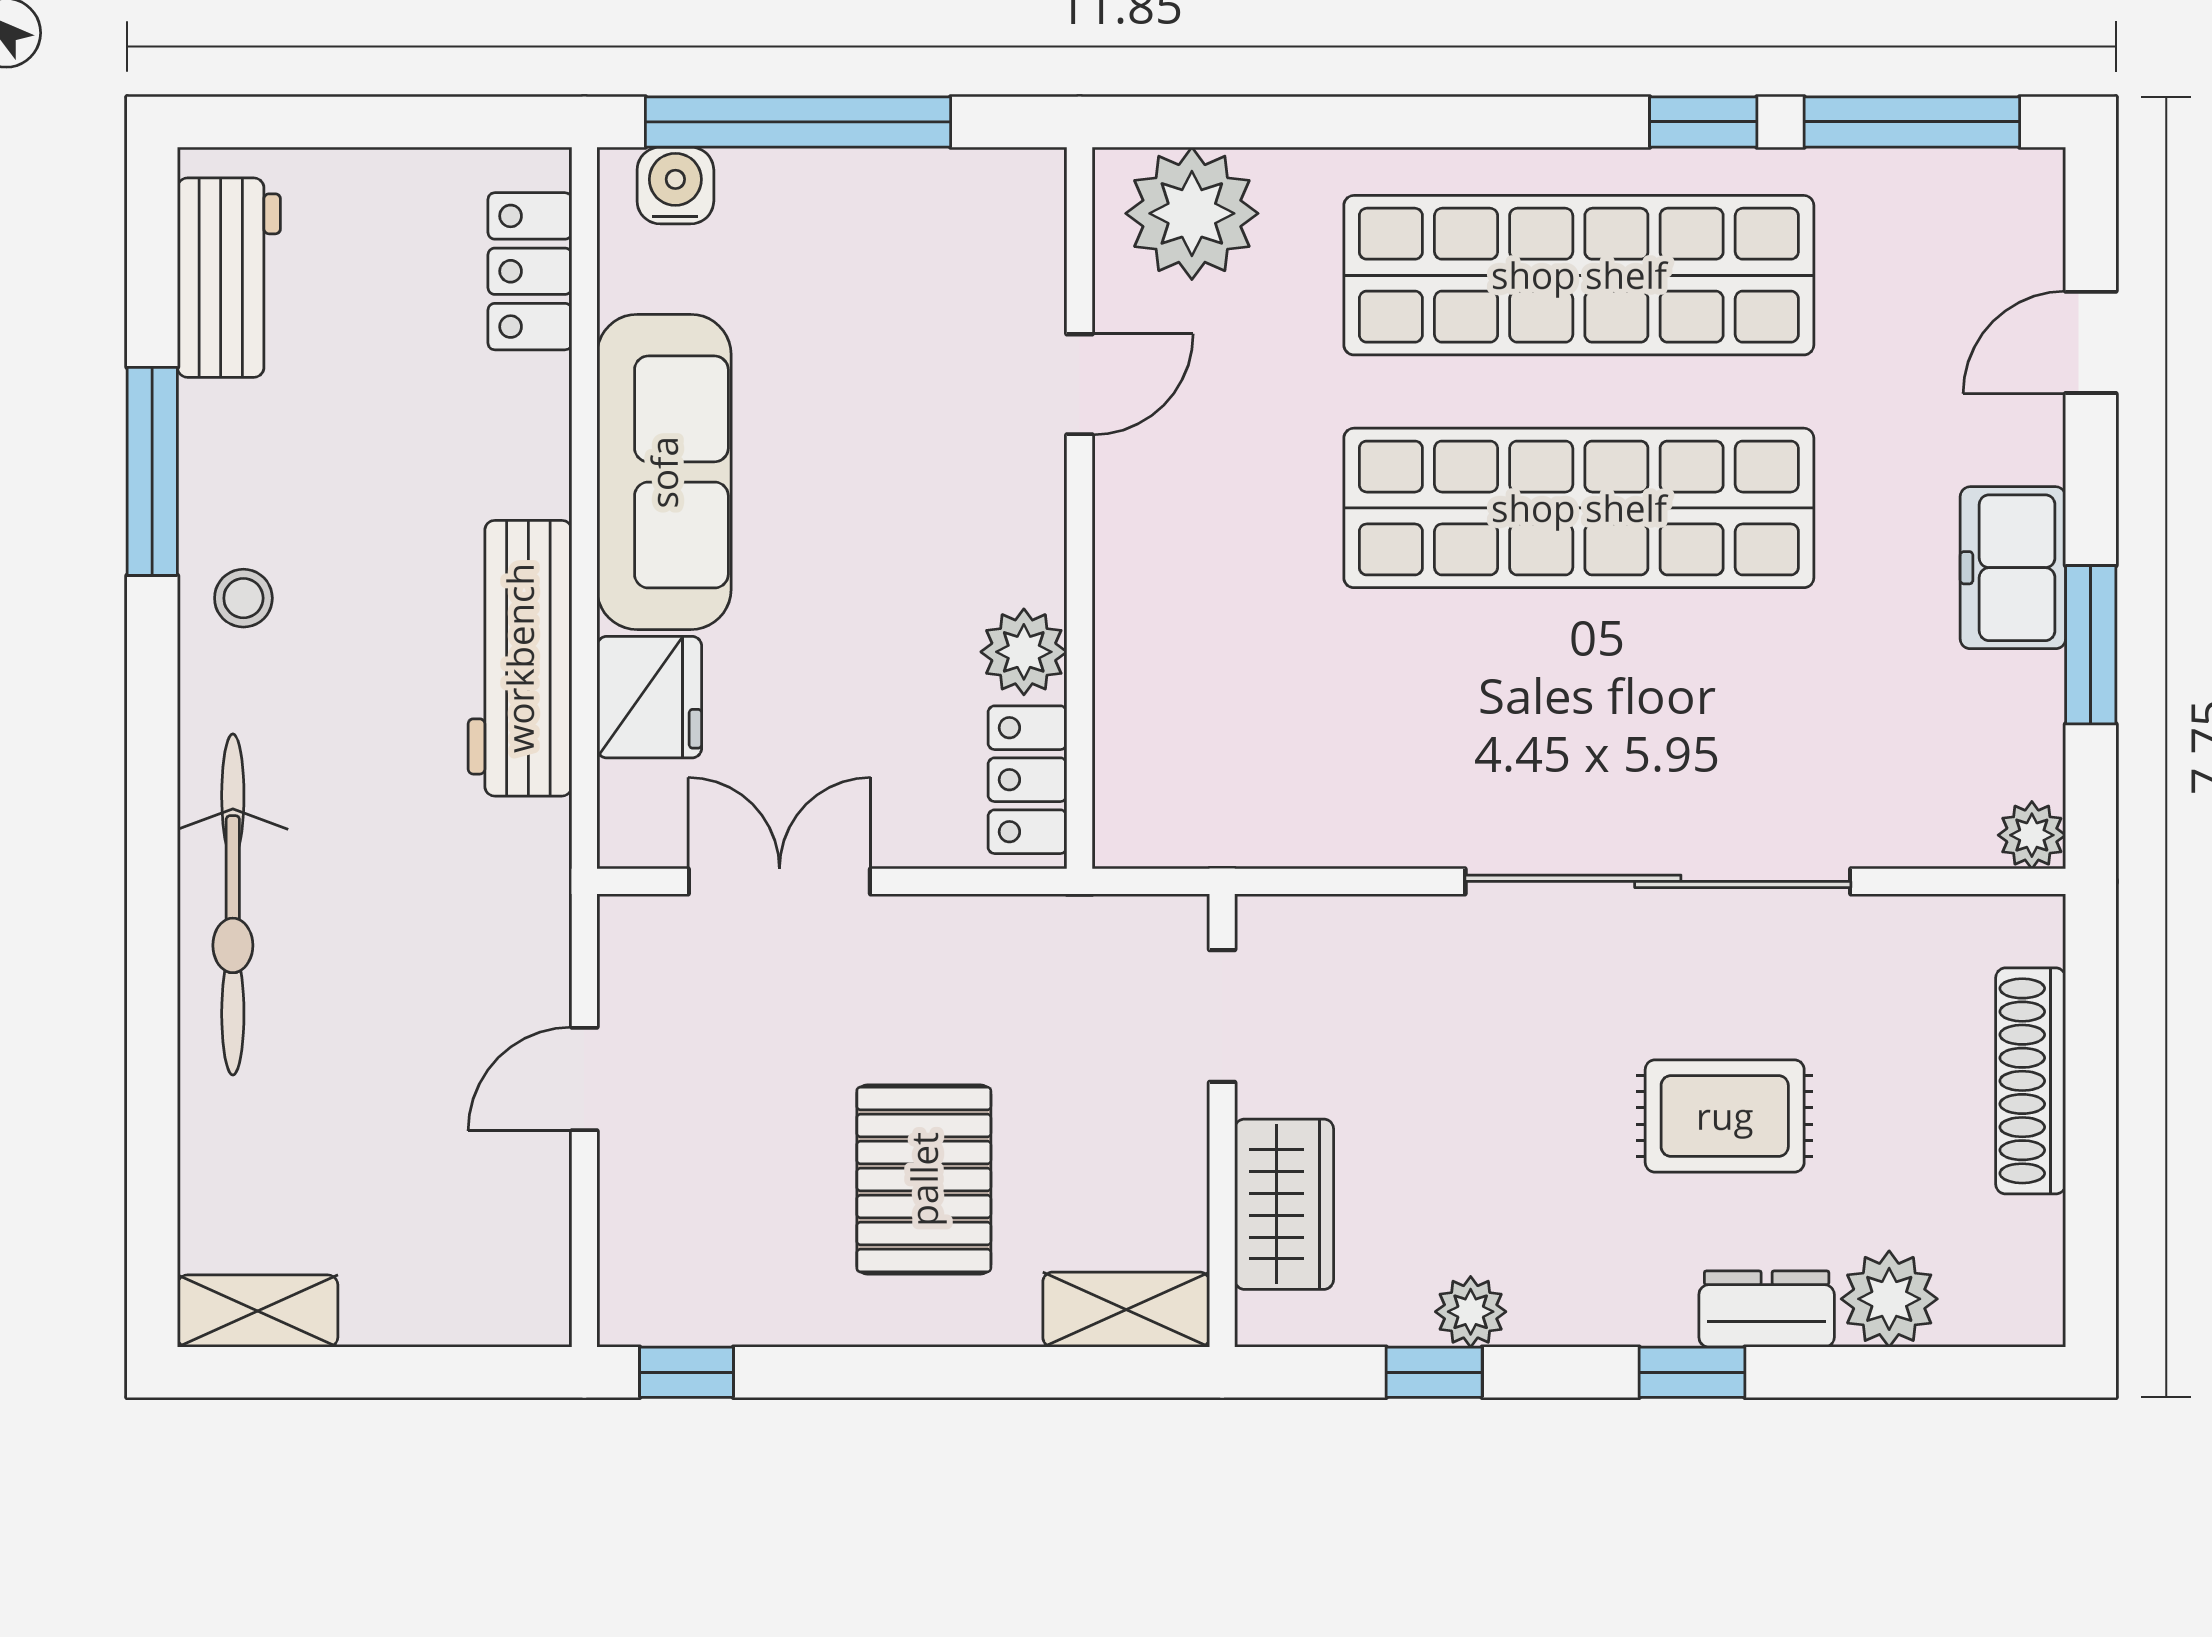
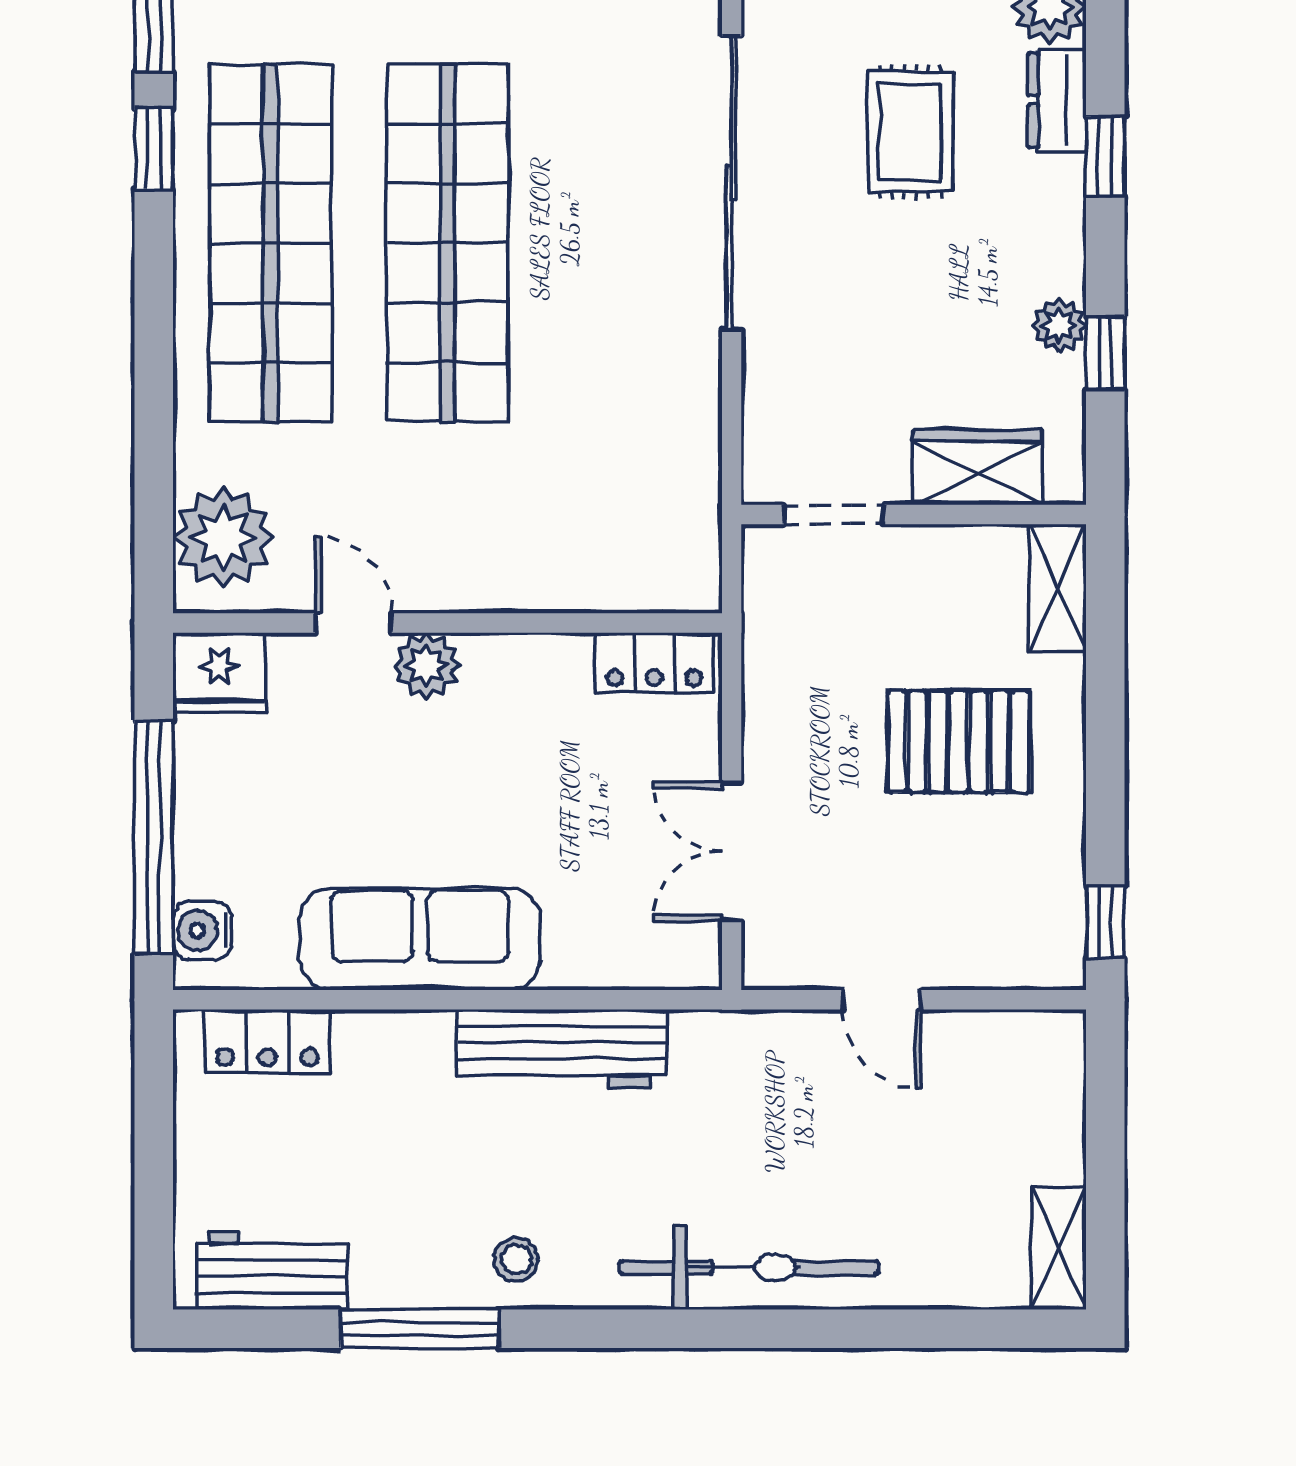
plant: (1024, 652) -> (427, 665), moved
fridge: (649, 697) -> (219, 672), moved, turned 180

